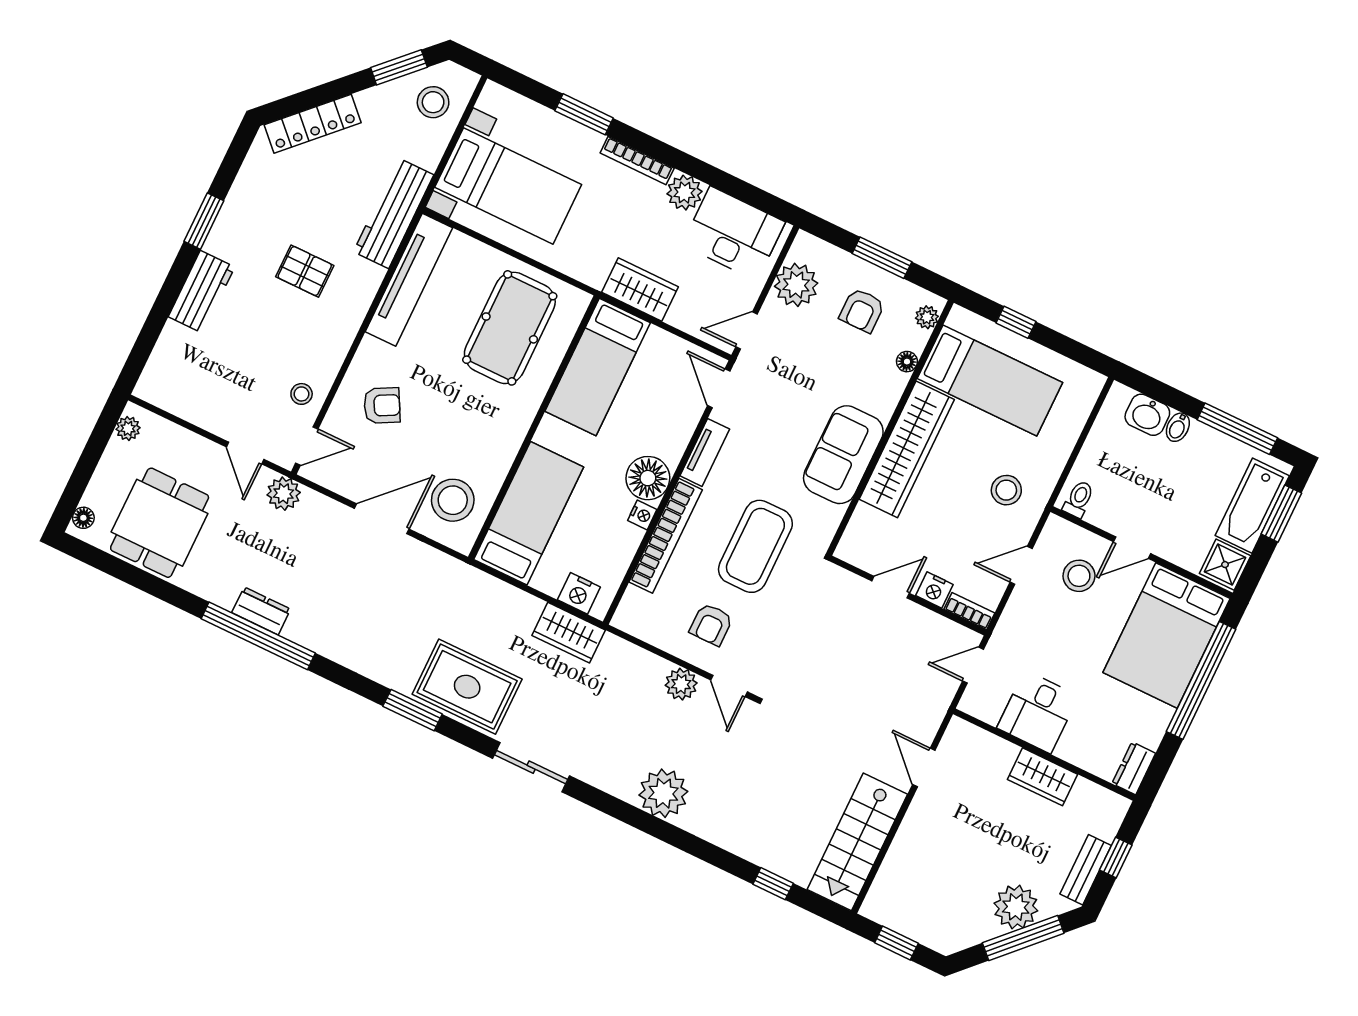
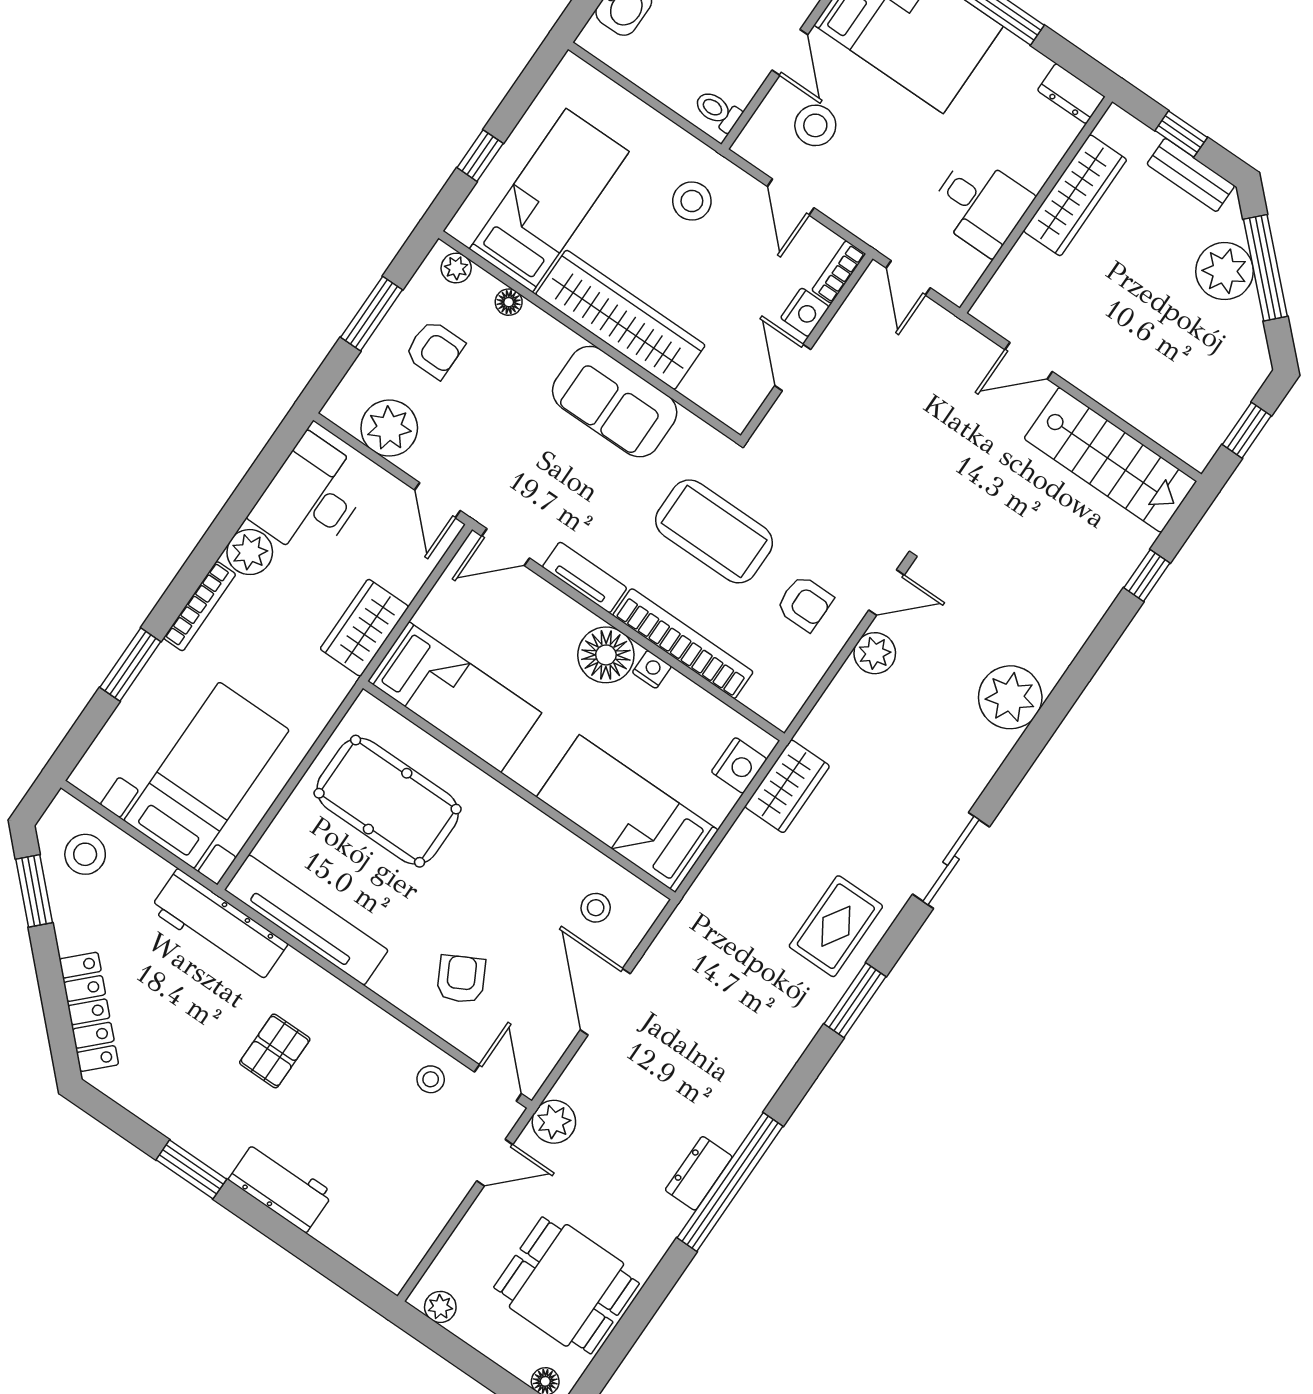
stool: (453, 500) -> (596, 908), width x0.53, depth x0.53
rug: (467, 687) -> (836, 926), width x0.73, depth x0.70
wardrobe: (1042, 777) -> (1075, 195), width x1.50

